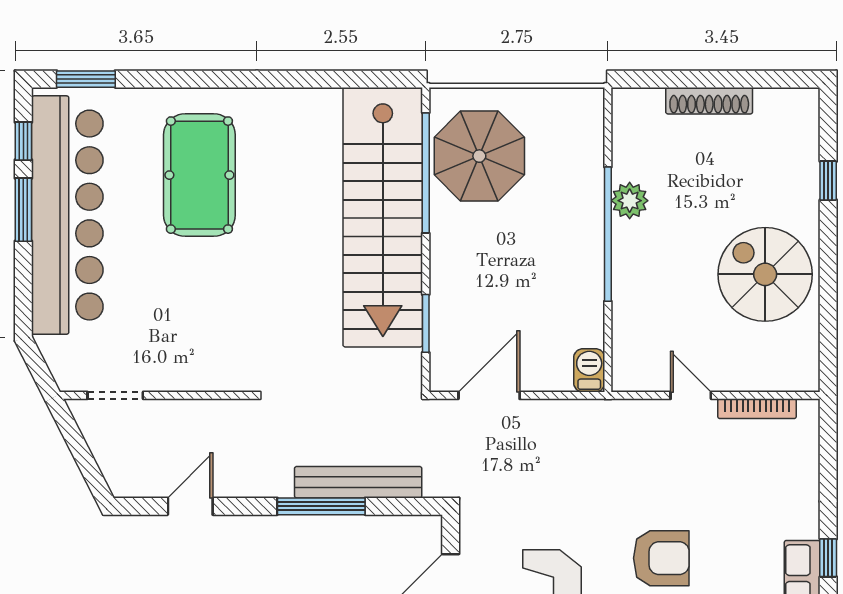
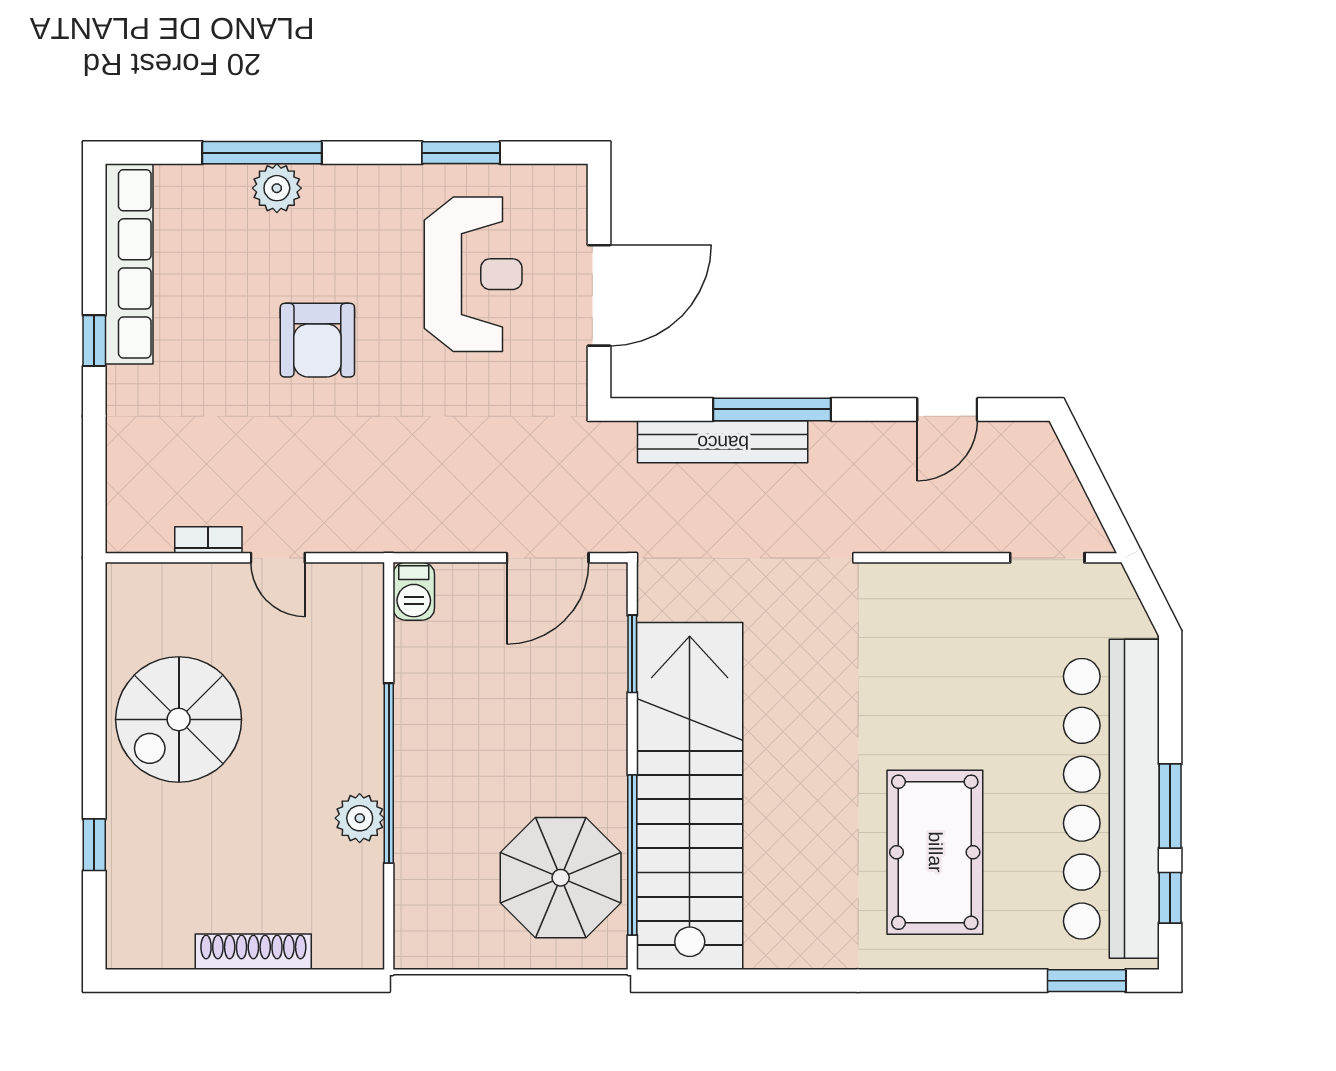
spiral stairs: (765, 274) -> (179, 719), turned 90
bookcase: (757, 409) -> (208, 540), width x0.64
armchair: (661, 558) -> (317, 340), turned -90

